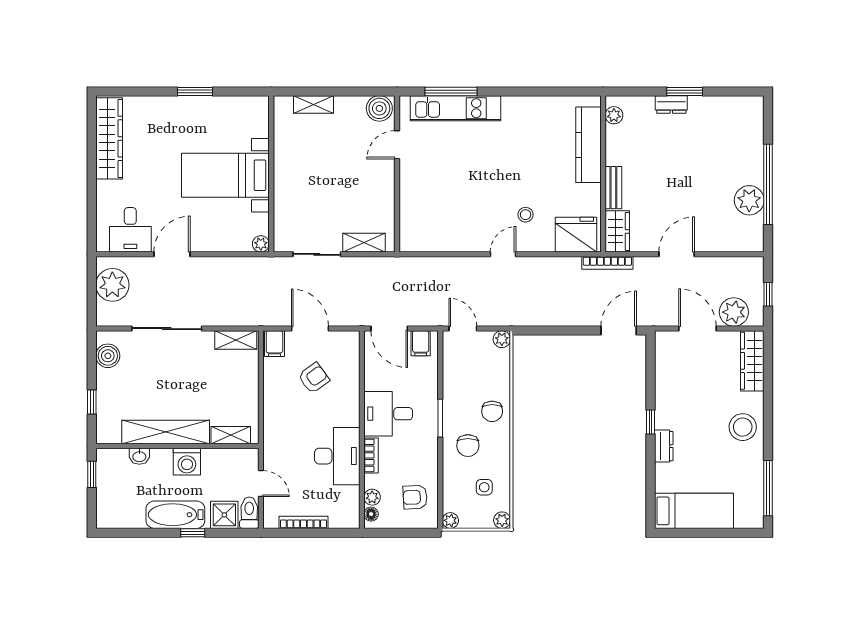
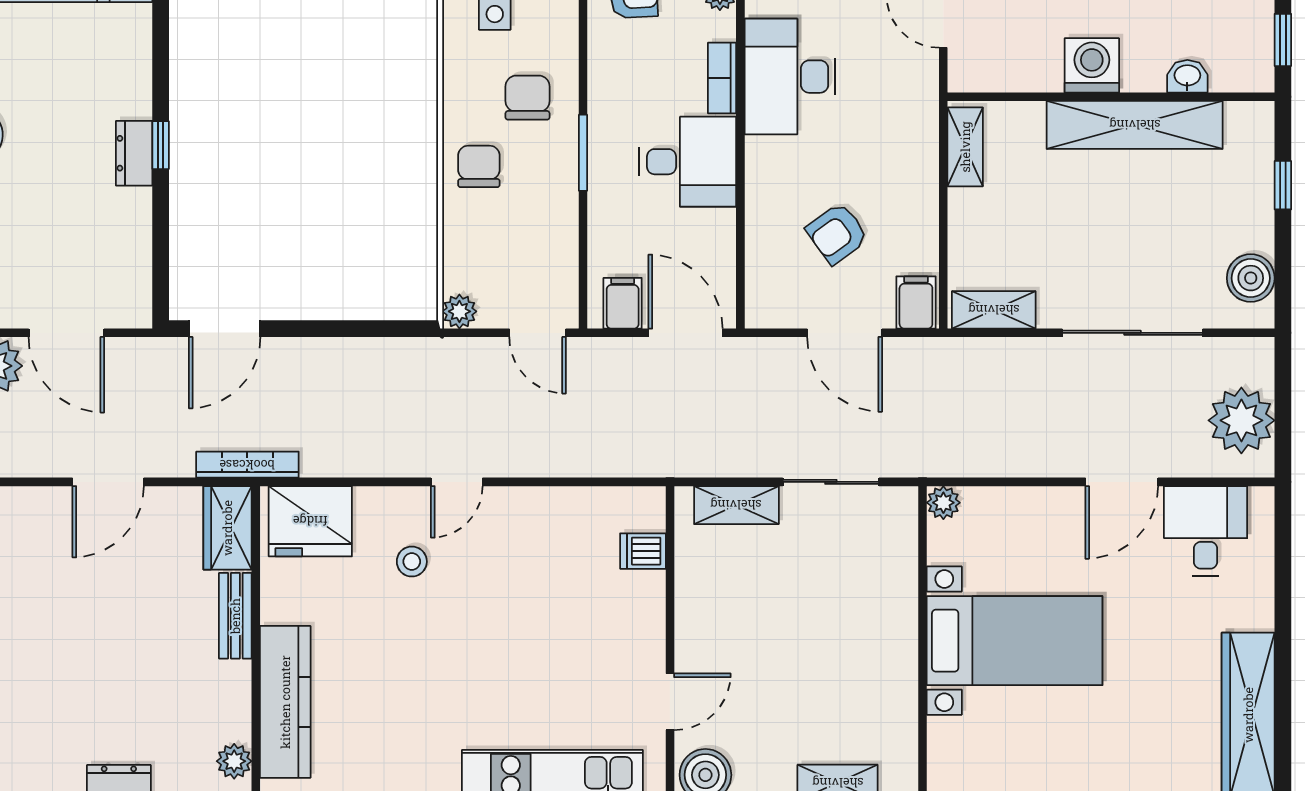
dishwasher: (410, 220) -> (643, 551), added
shelving: (231, 435) -> (965, 147), moved, turned 90
dresser: (664, 446) -> (134, 153), moved

